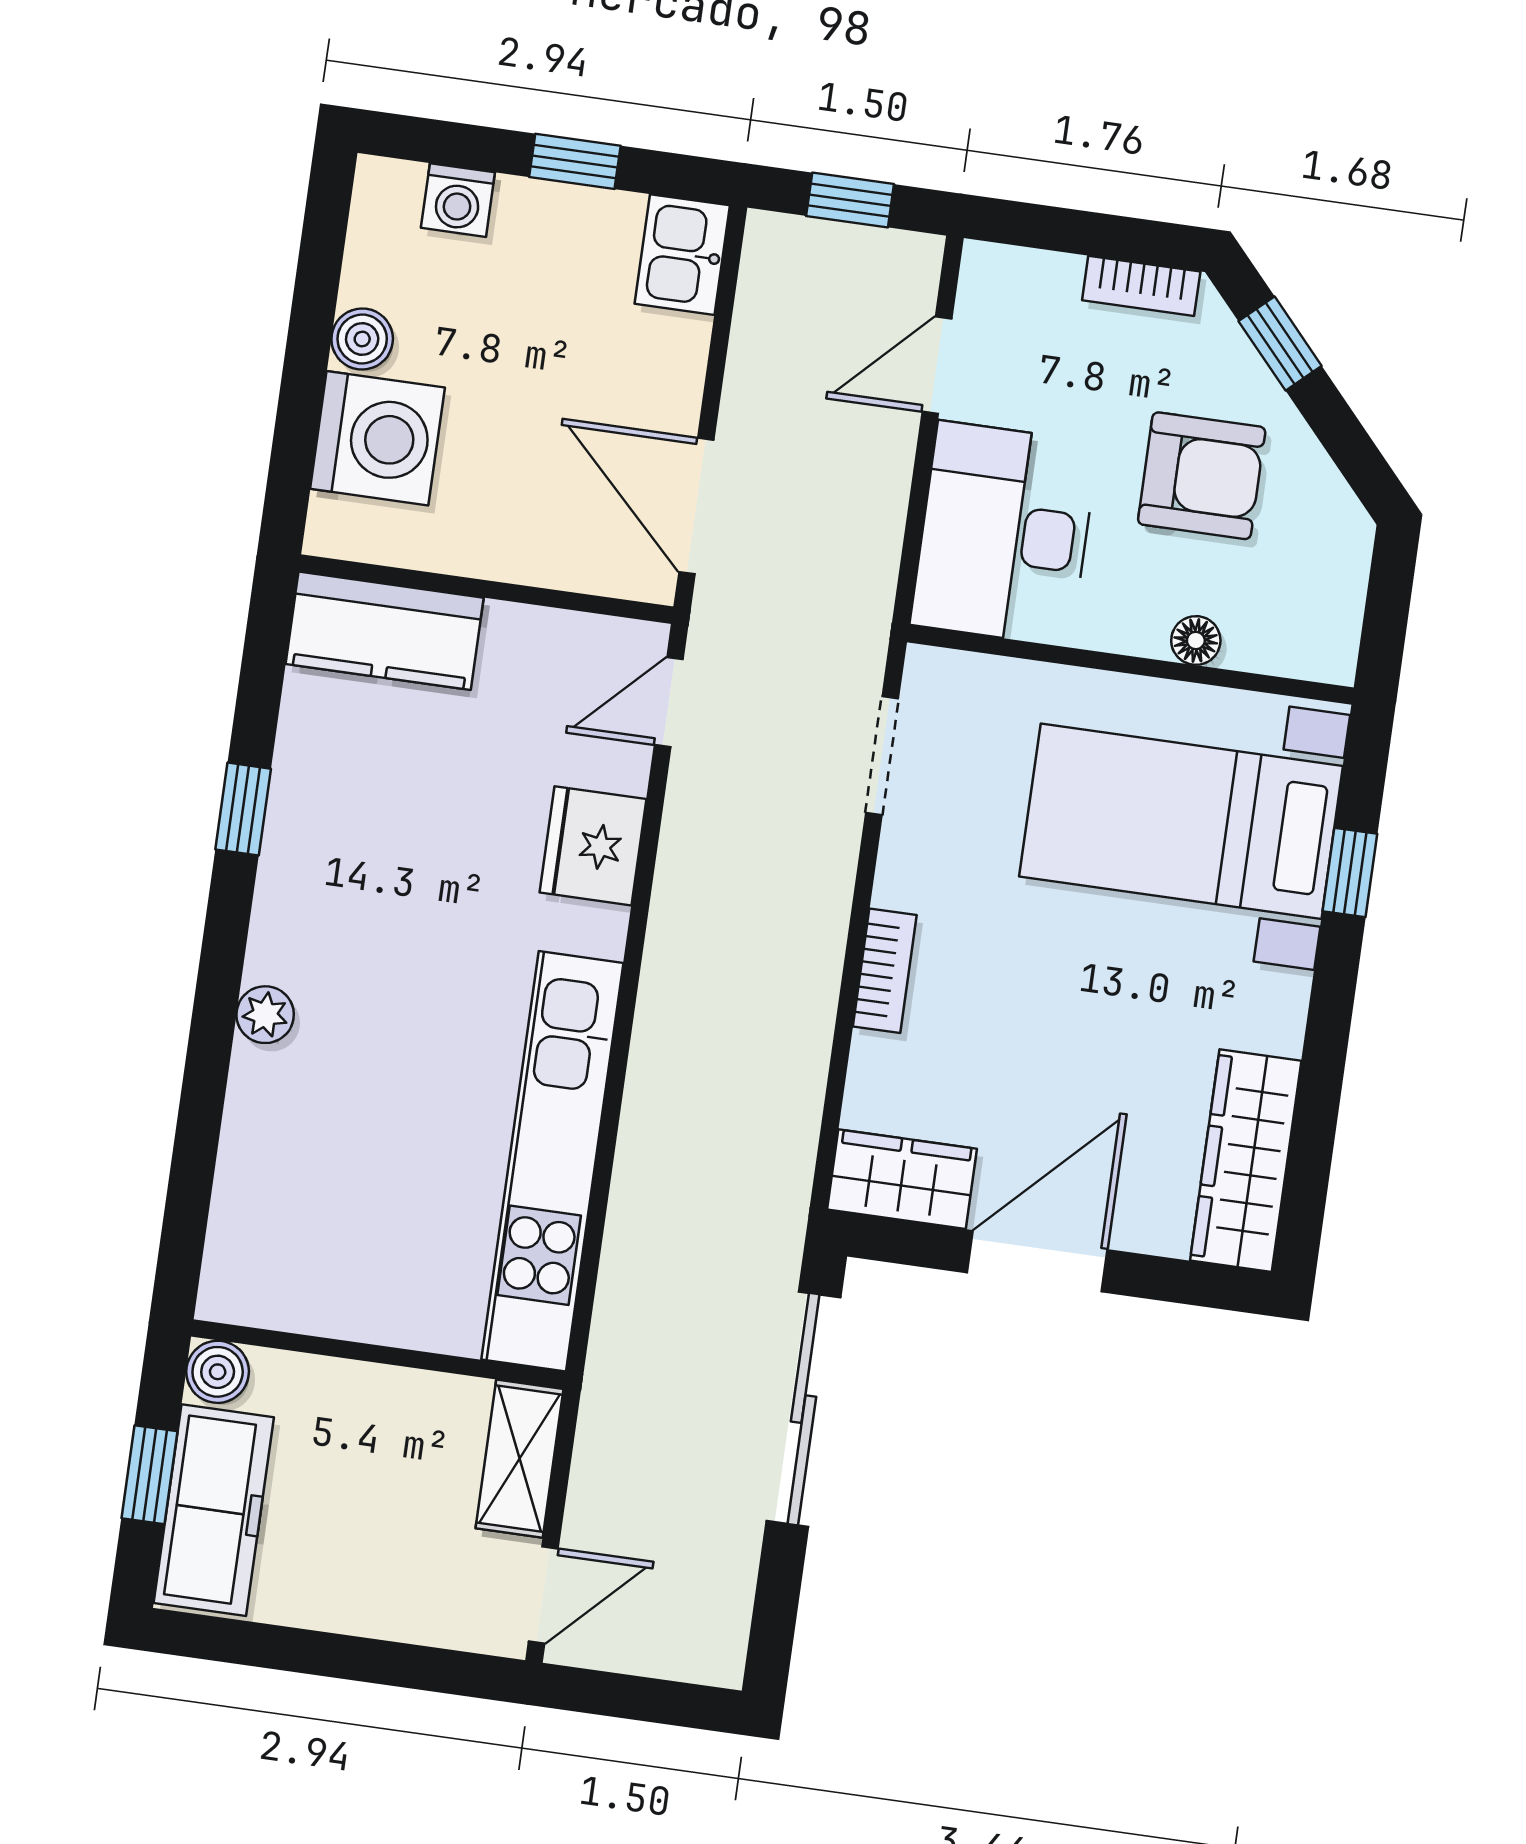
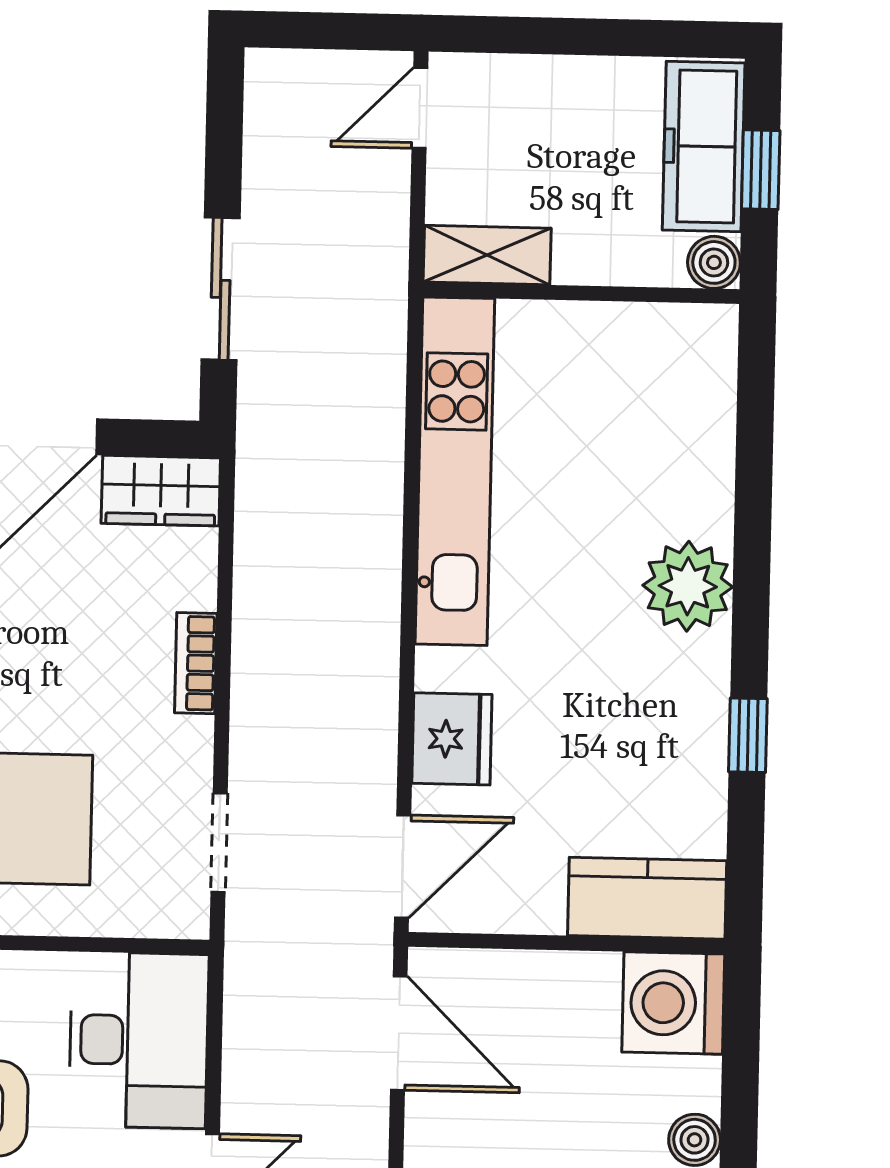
washing machine: (377, 438) -> (673, 1003), moved
door: (669, 702) -> (403, 866), width x1.38
plant: (265, 1015) -> (688, 586), width x1.88, depth x1.88
sliding door: (803, 1409) -> (221, 289), width x0.73
shelving: (519, 1459) -> (487, 255), moved, turned 90

